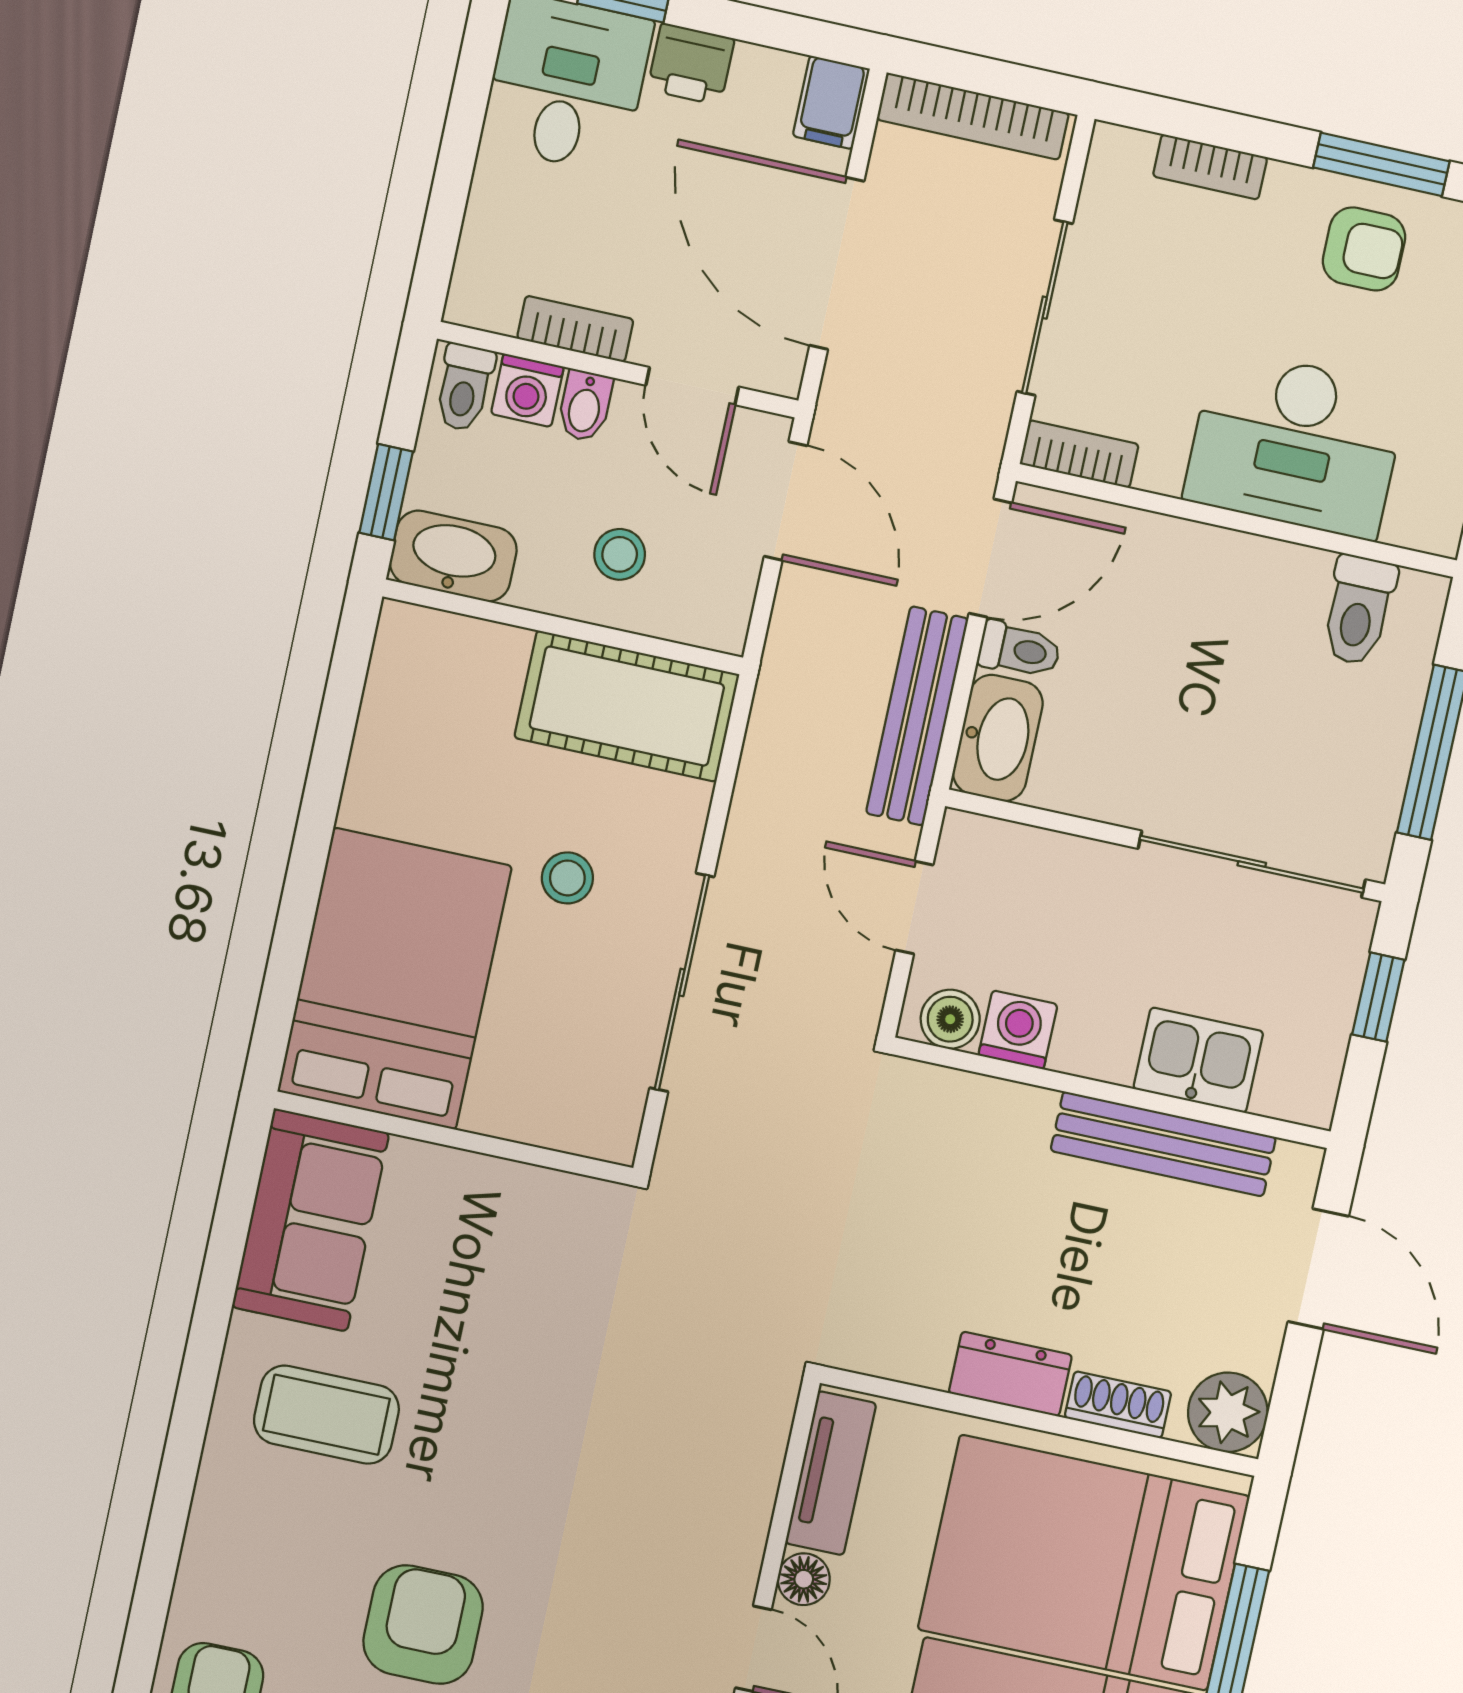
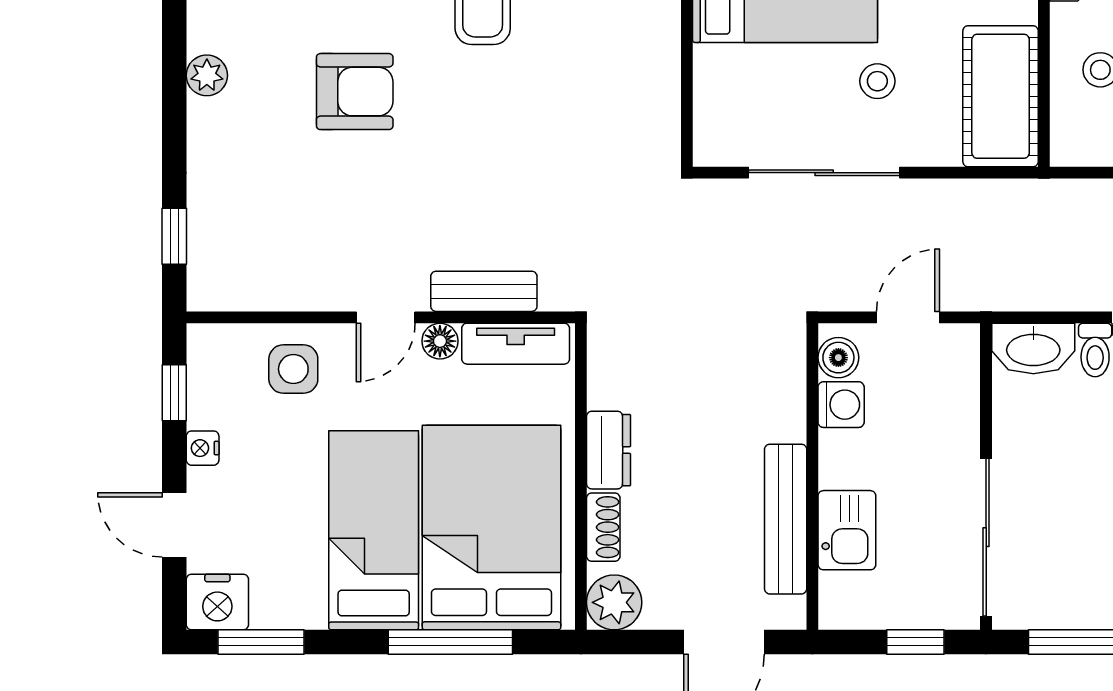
bench: (917, 716) -> (484, 291), moved, width x0.73

